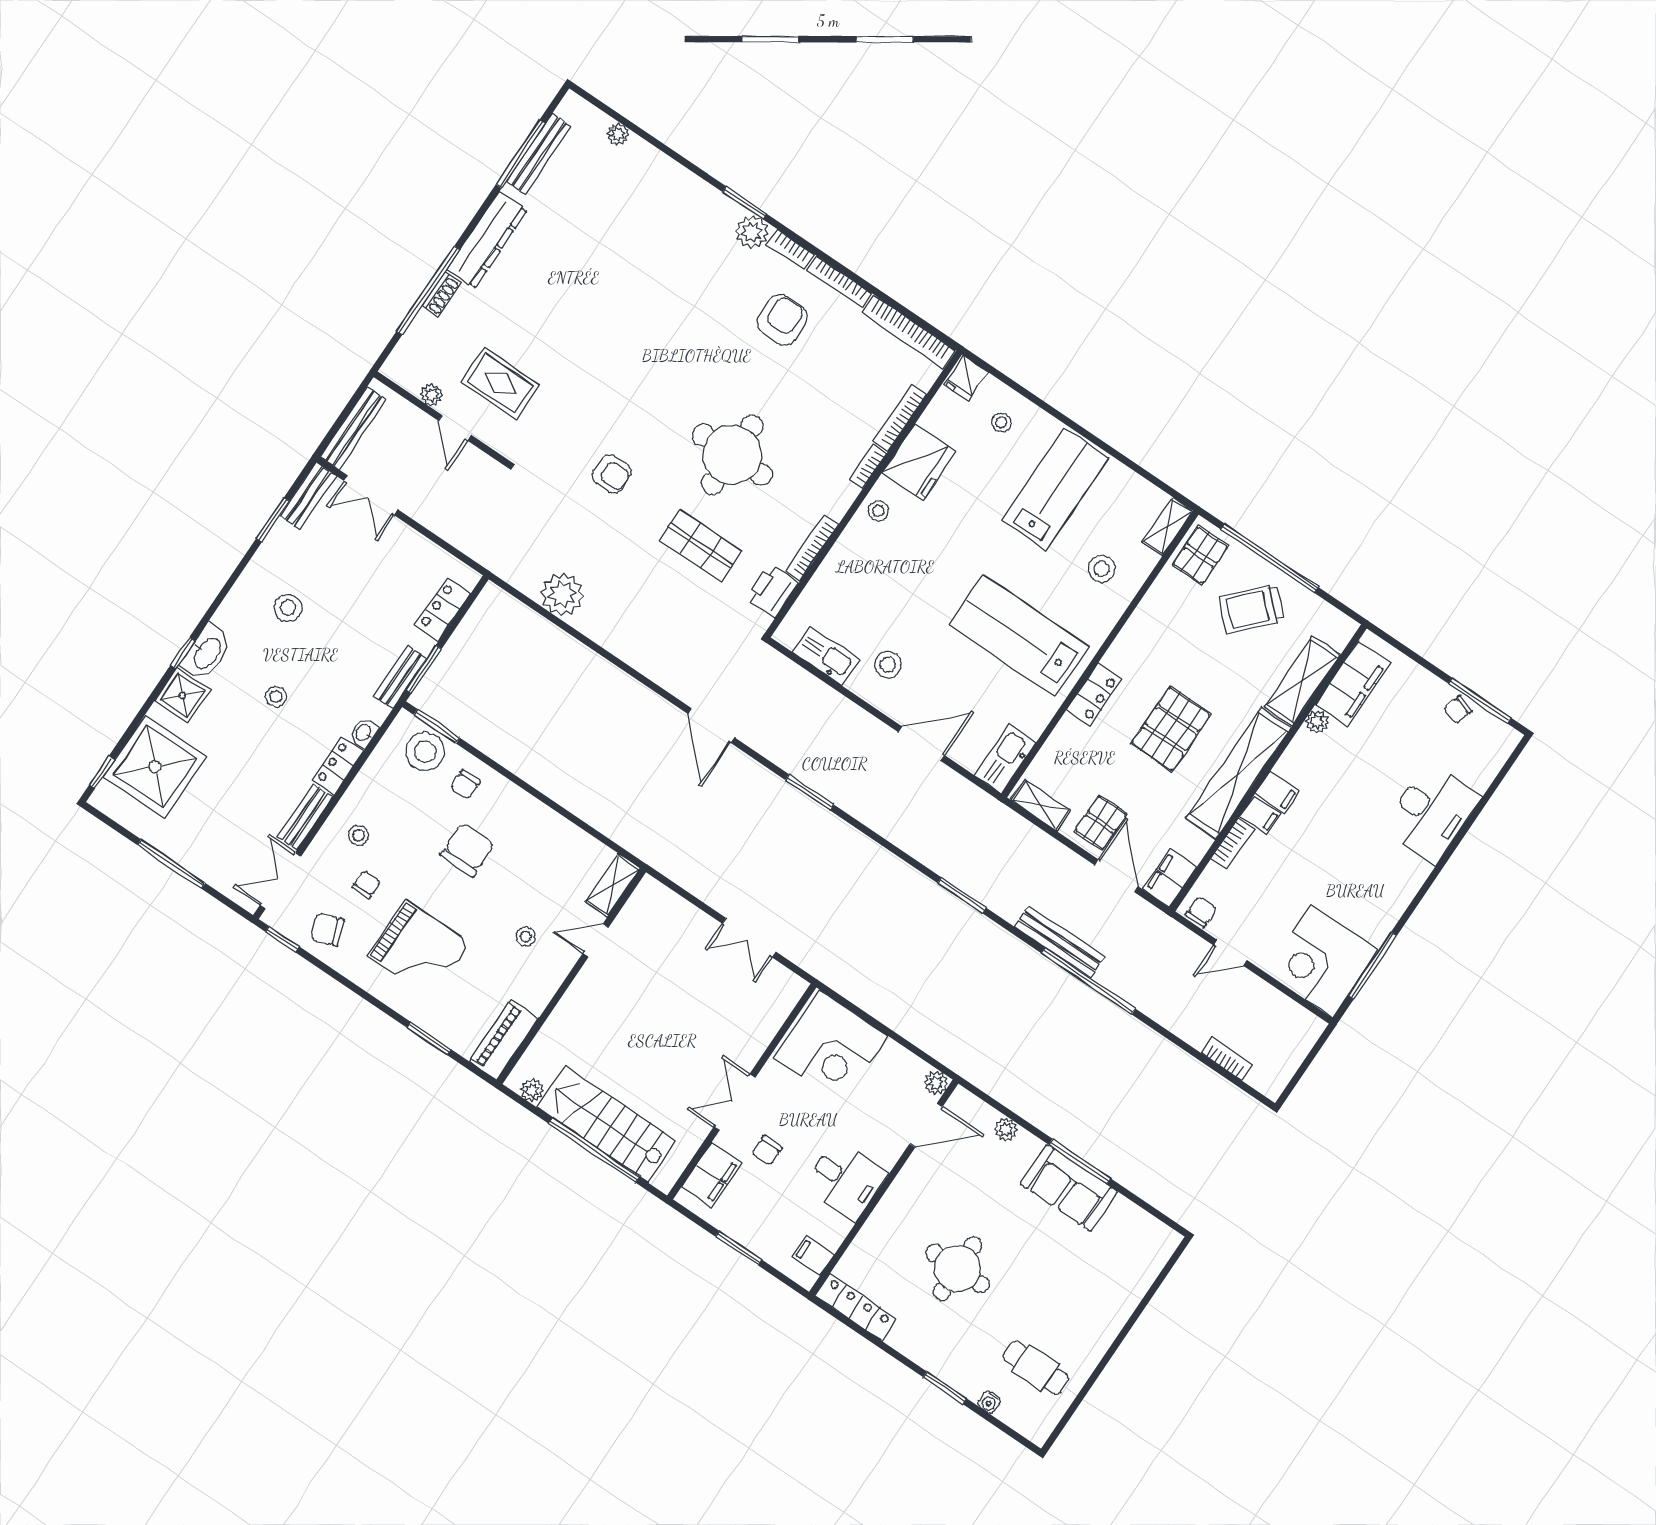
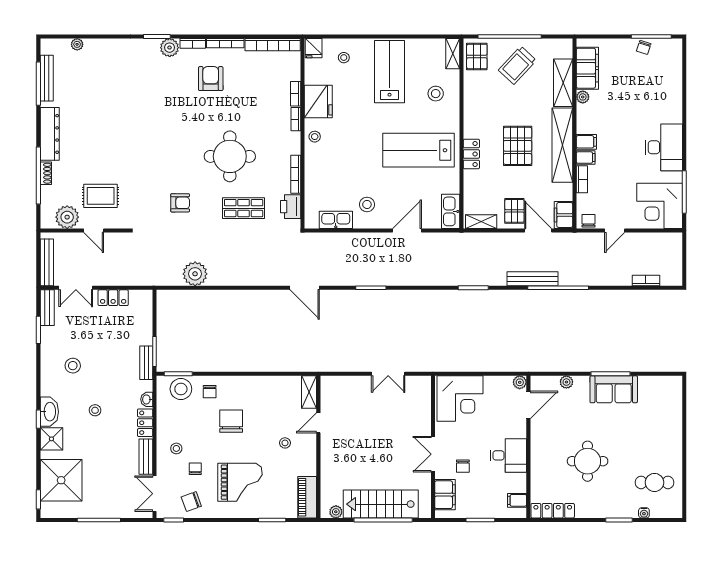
plant: (432, 395) -> (67, 217), width x1.87, depth x1.87
bookcase: (900, 418) -> (296, 94), width x0.64
locker: (443, 609) -> (113, 298), moved, turned -90
desk: (1431, 813) -> (664, 147), moved

